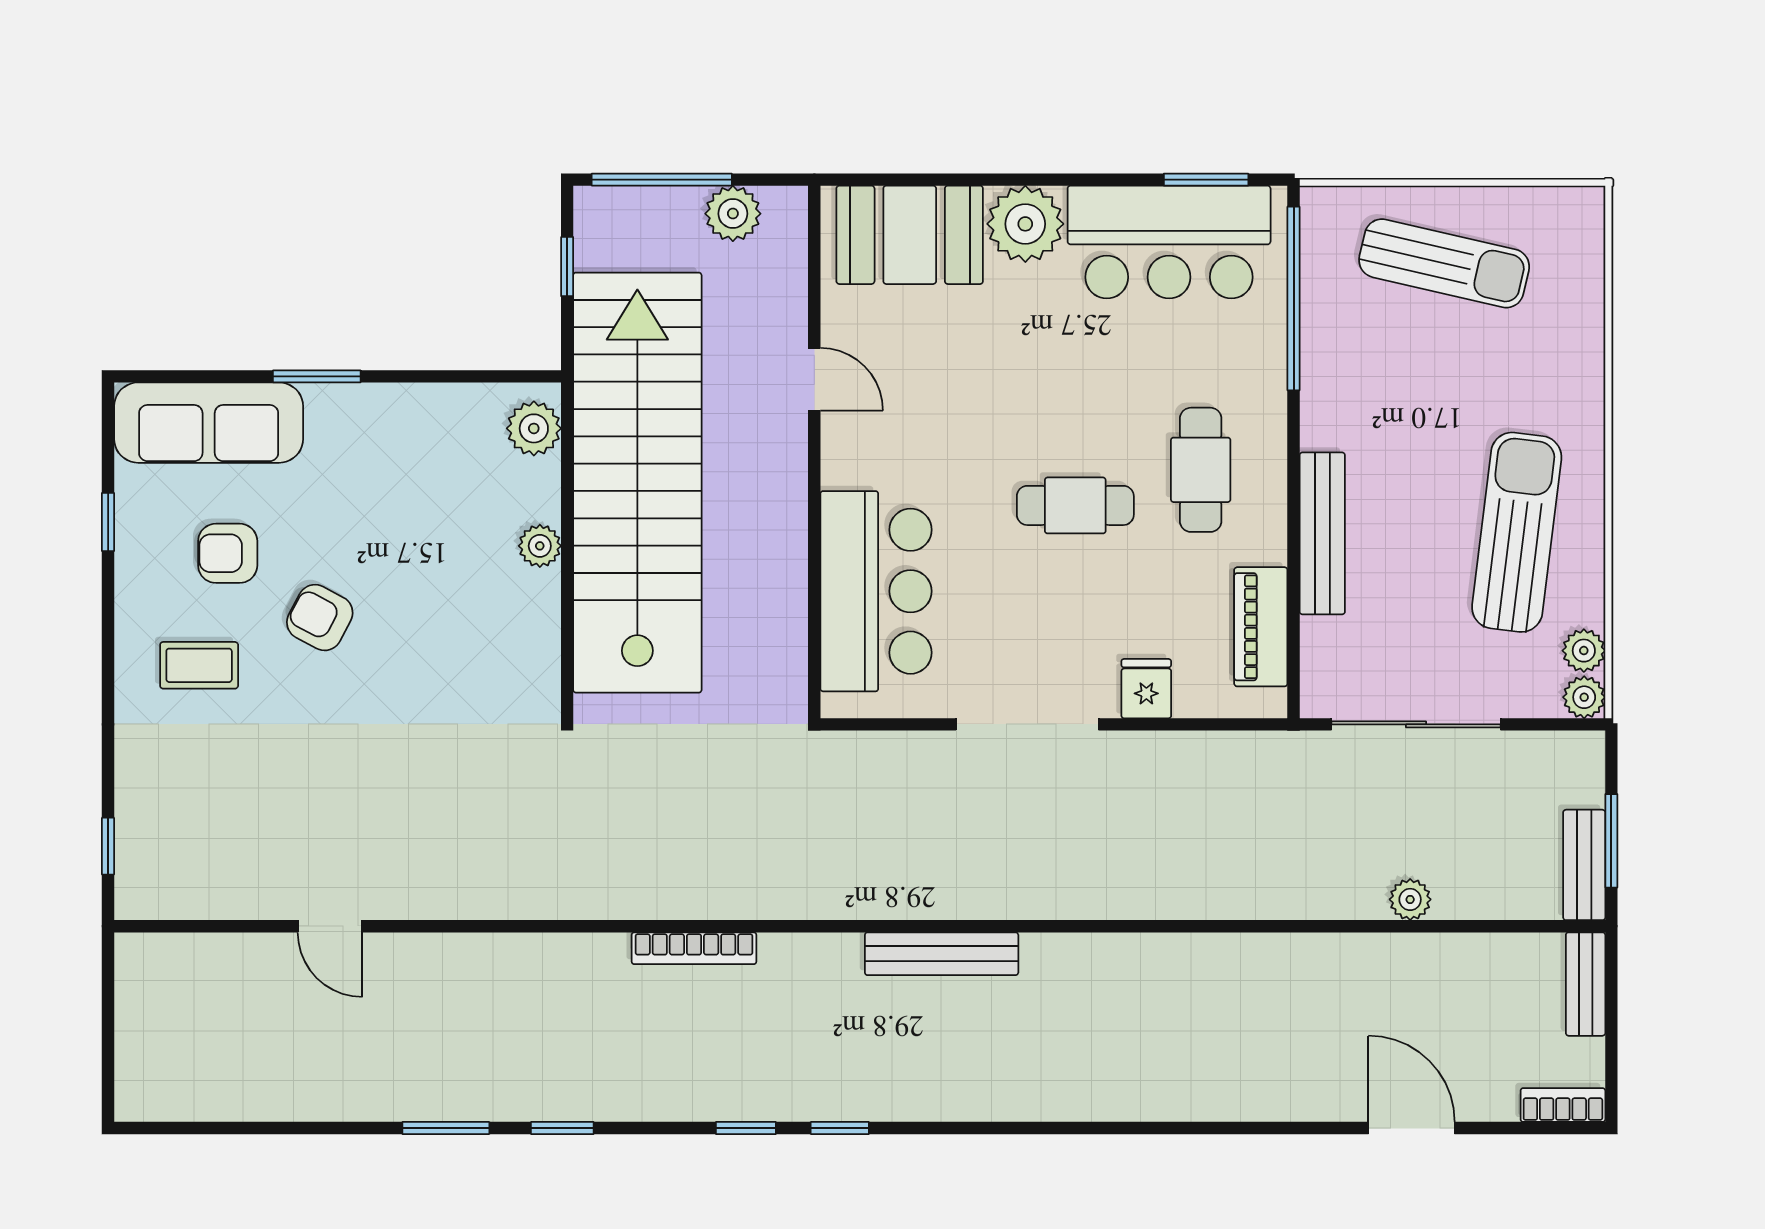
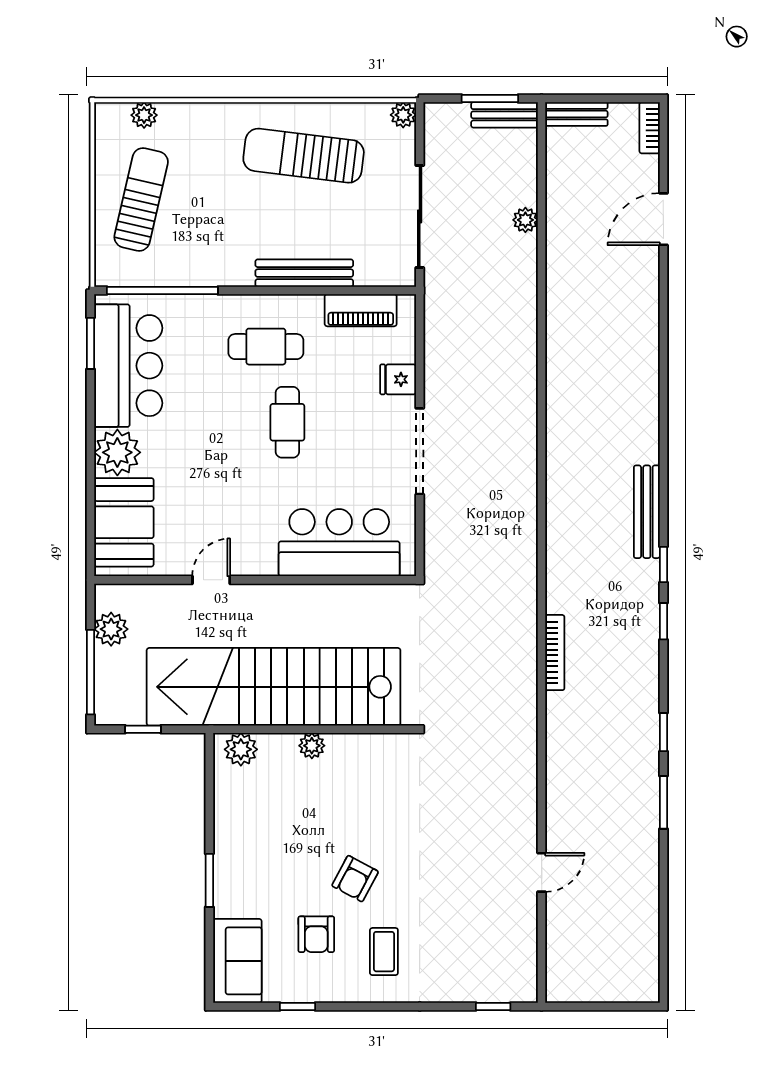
sofa: (209, 423) -> (237, 961), width x0.73
plant: (1584, 651) -> (144, 115), moved
bench: (942, 954) -> (647, 512), moved

